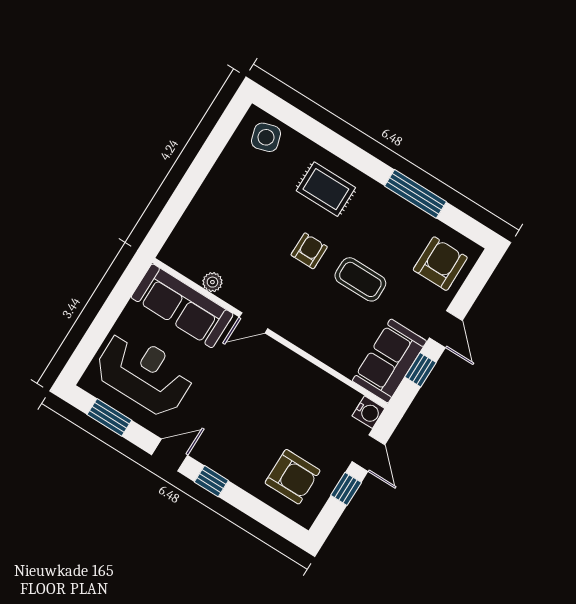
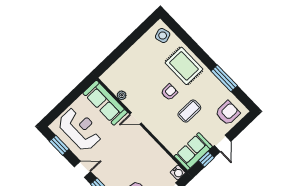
rug: (326, 189) -> (184, 66), width x1.36, depth x1.43
coffee table: (360, 279) -> (189, 111), turned 90

